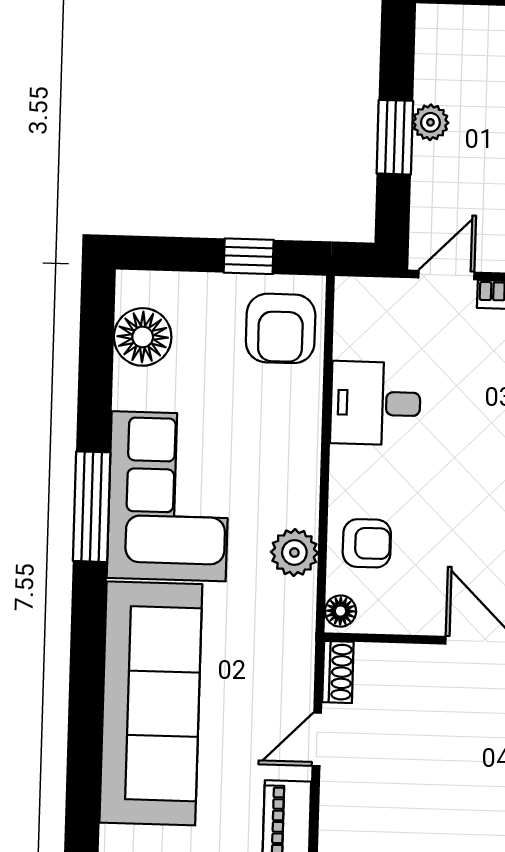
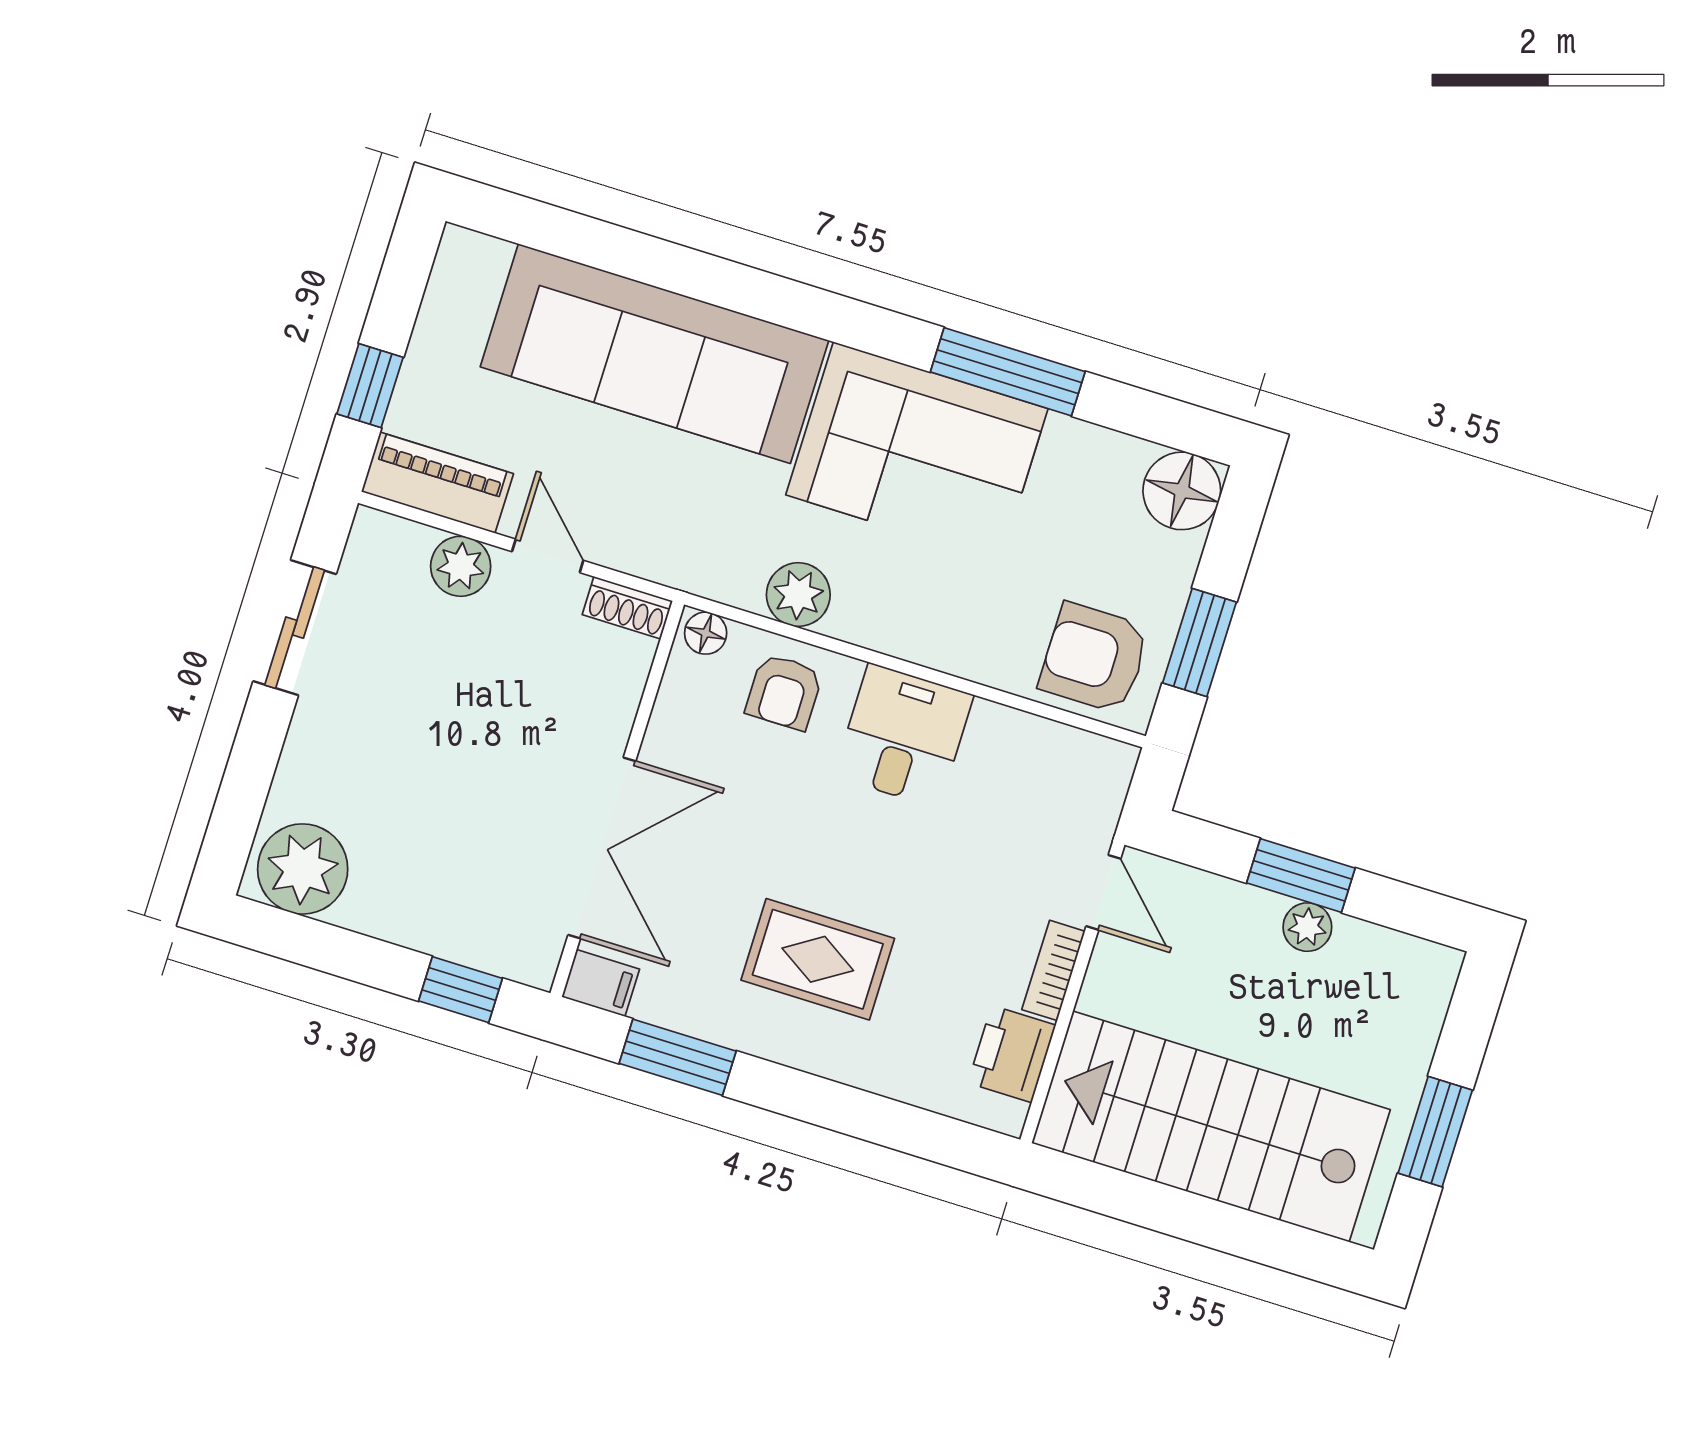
window: (249, 256) -> (1199, 643), width x1.50
floor lamp: (143, 337) -> (1182, 491), moved
desk: (376, 403) -> (904, 736), moved
window: (92, 507) -> (1008, 372), moved
plant: (342, 799) -> (461, 566), added

